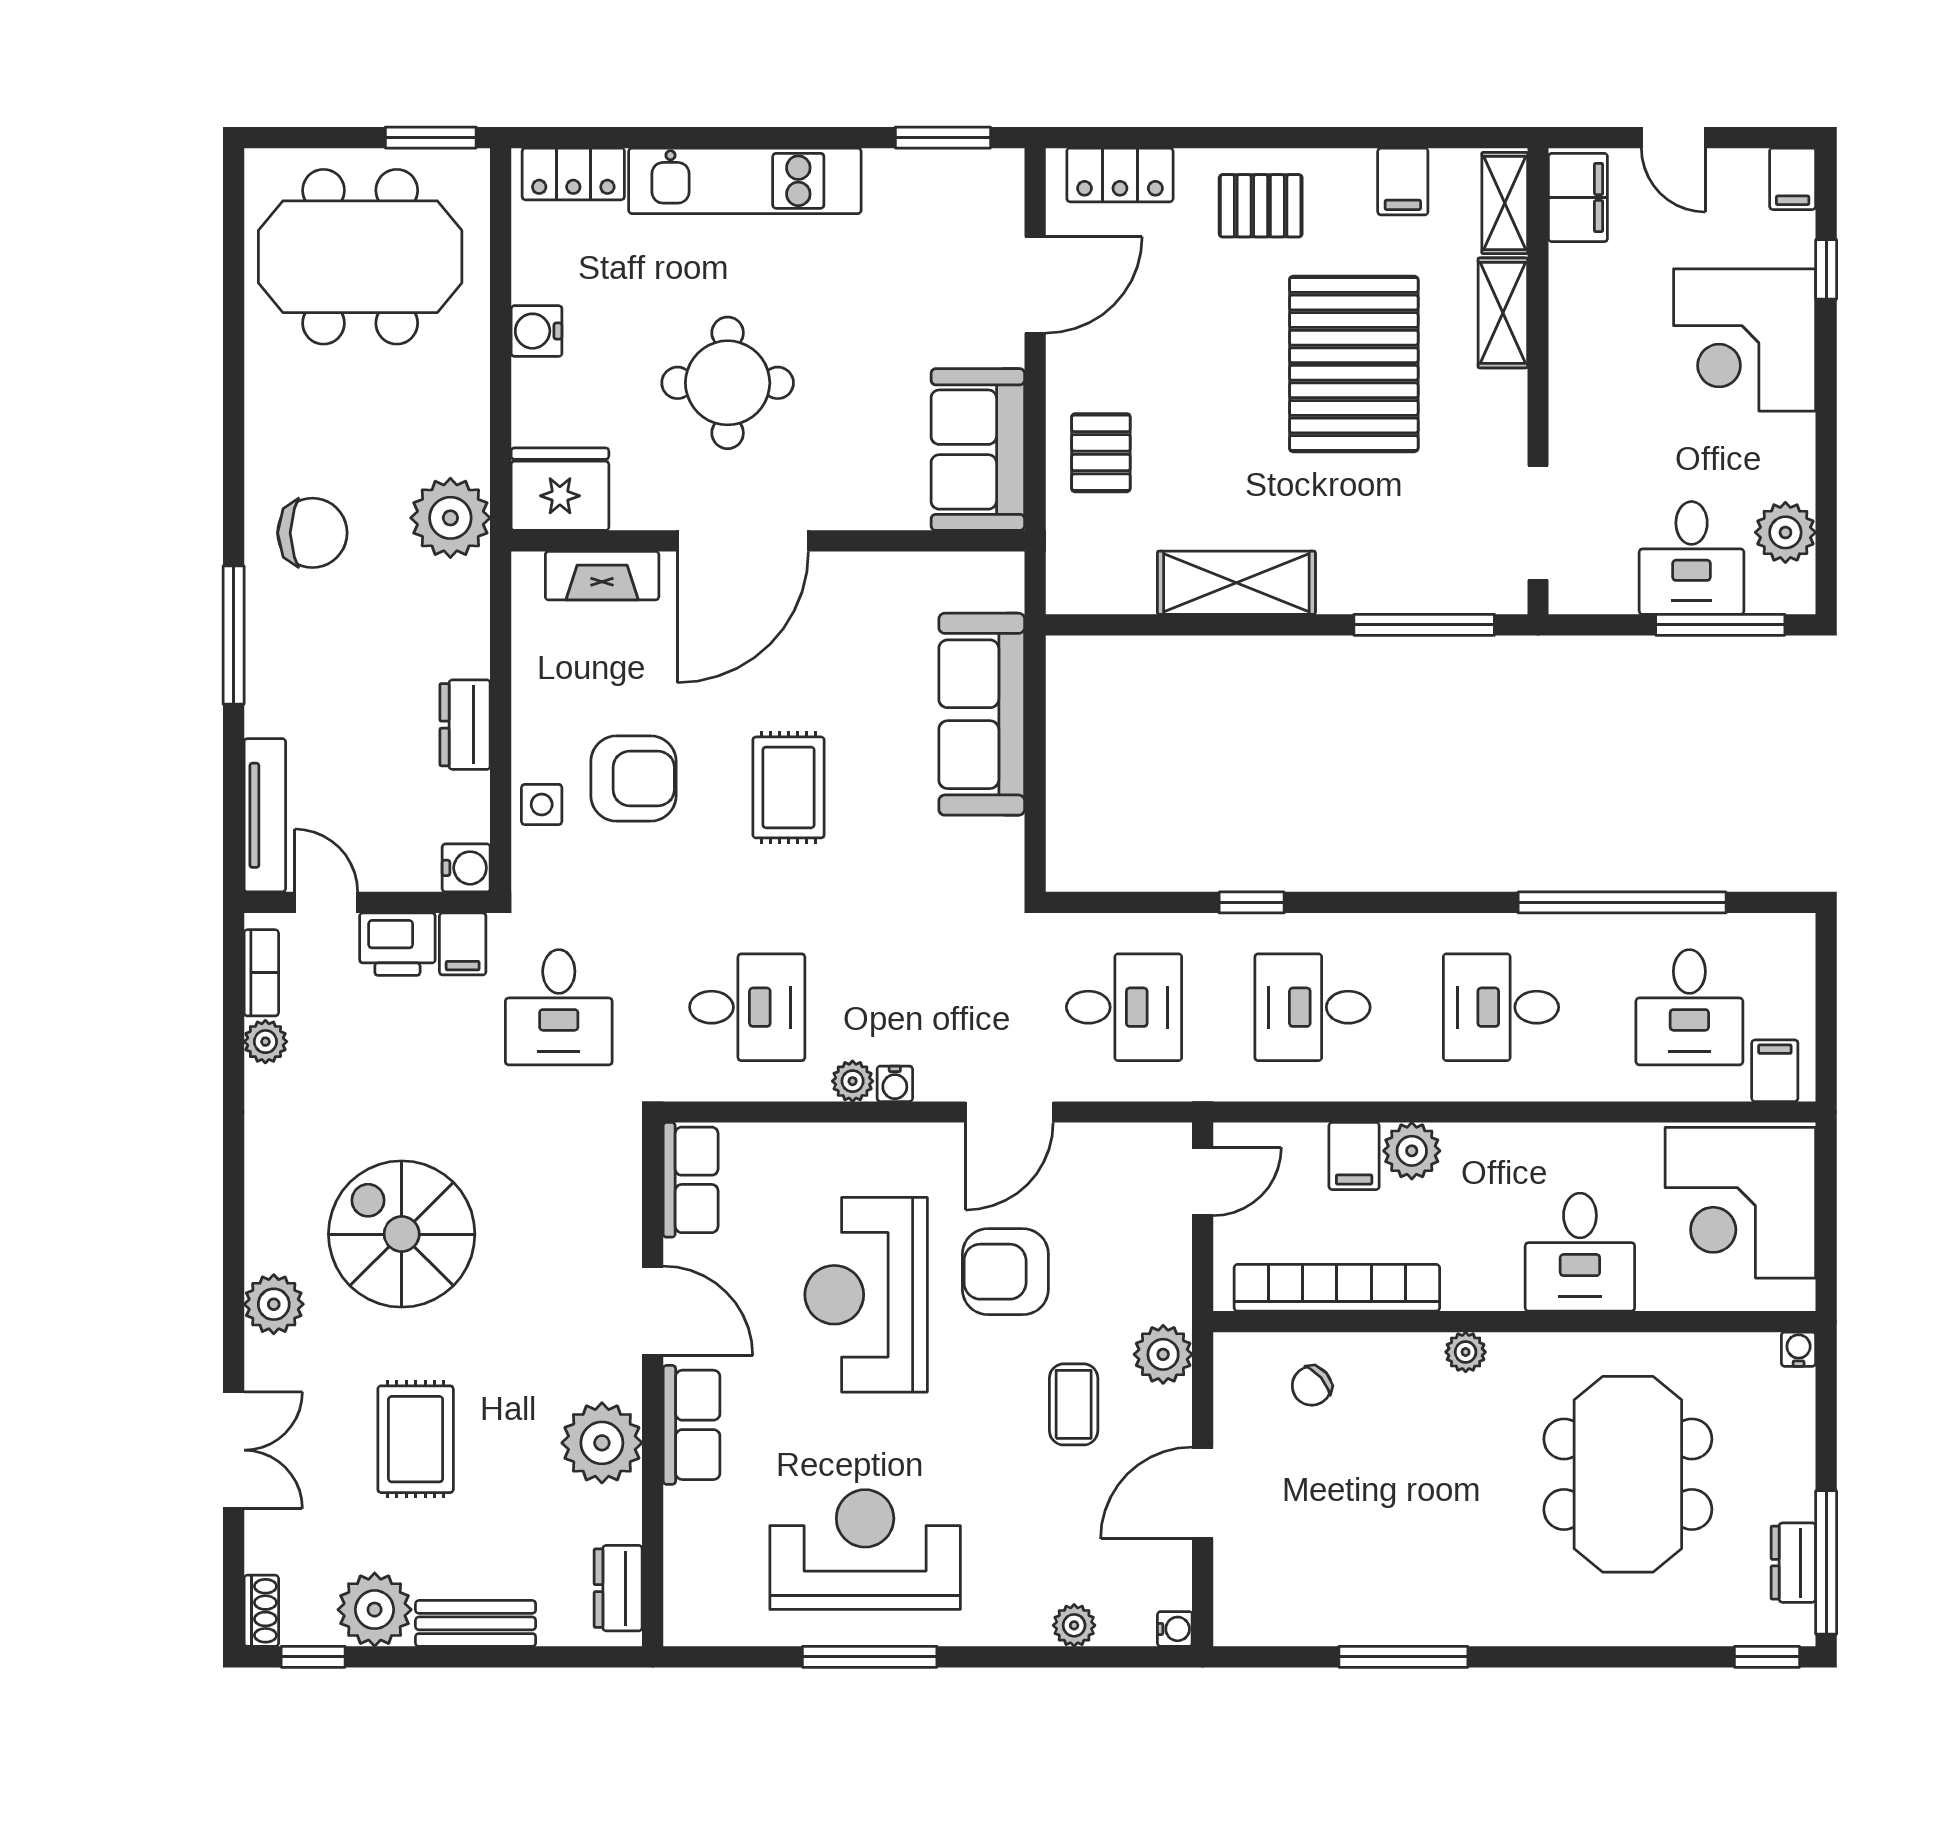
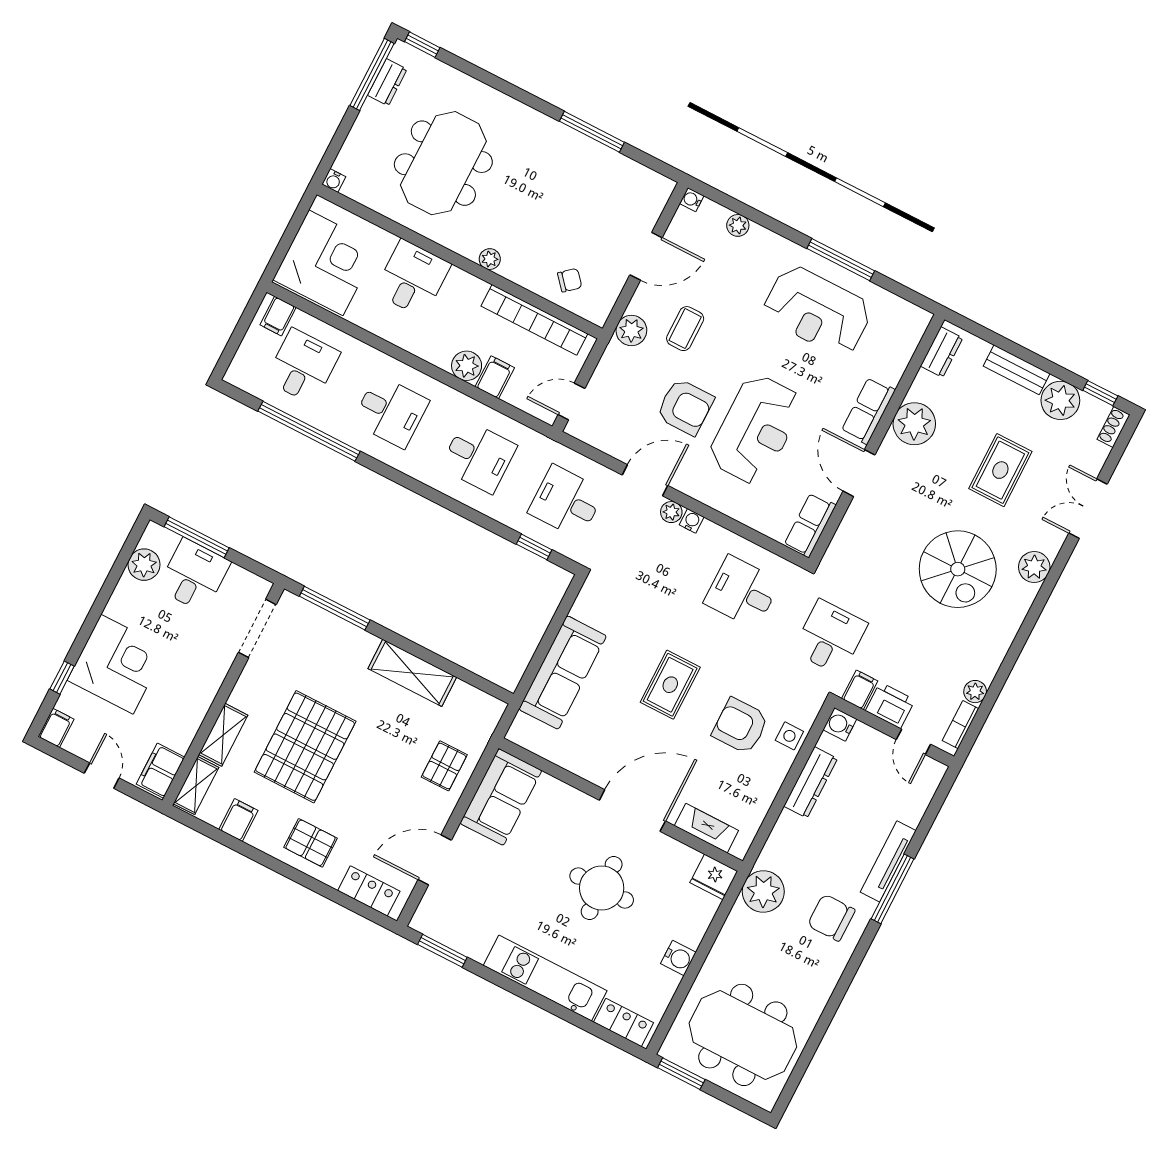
fridge: (560, 489) -> (714, 877), width x0.73, depth x0.75
dresser: (465, 725) -> (811, 782), width x1.44
tv unit: (265, 815) -> (888, 861), moved
window: (1252, 902) -> (534, 547), moved
plant: (853, 1081) -> (671, 512), moved

